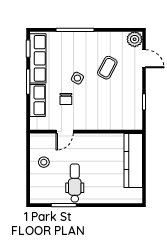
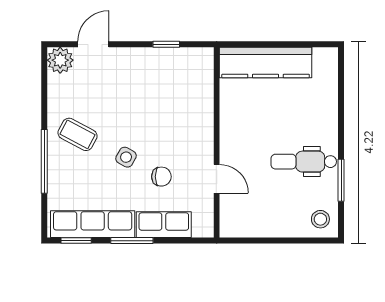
coffee table: (107, 68) -> (78, 134), moved
stool: (44, 162) -> (320, 219), moved

